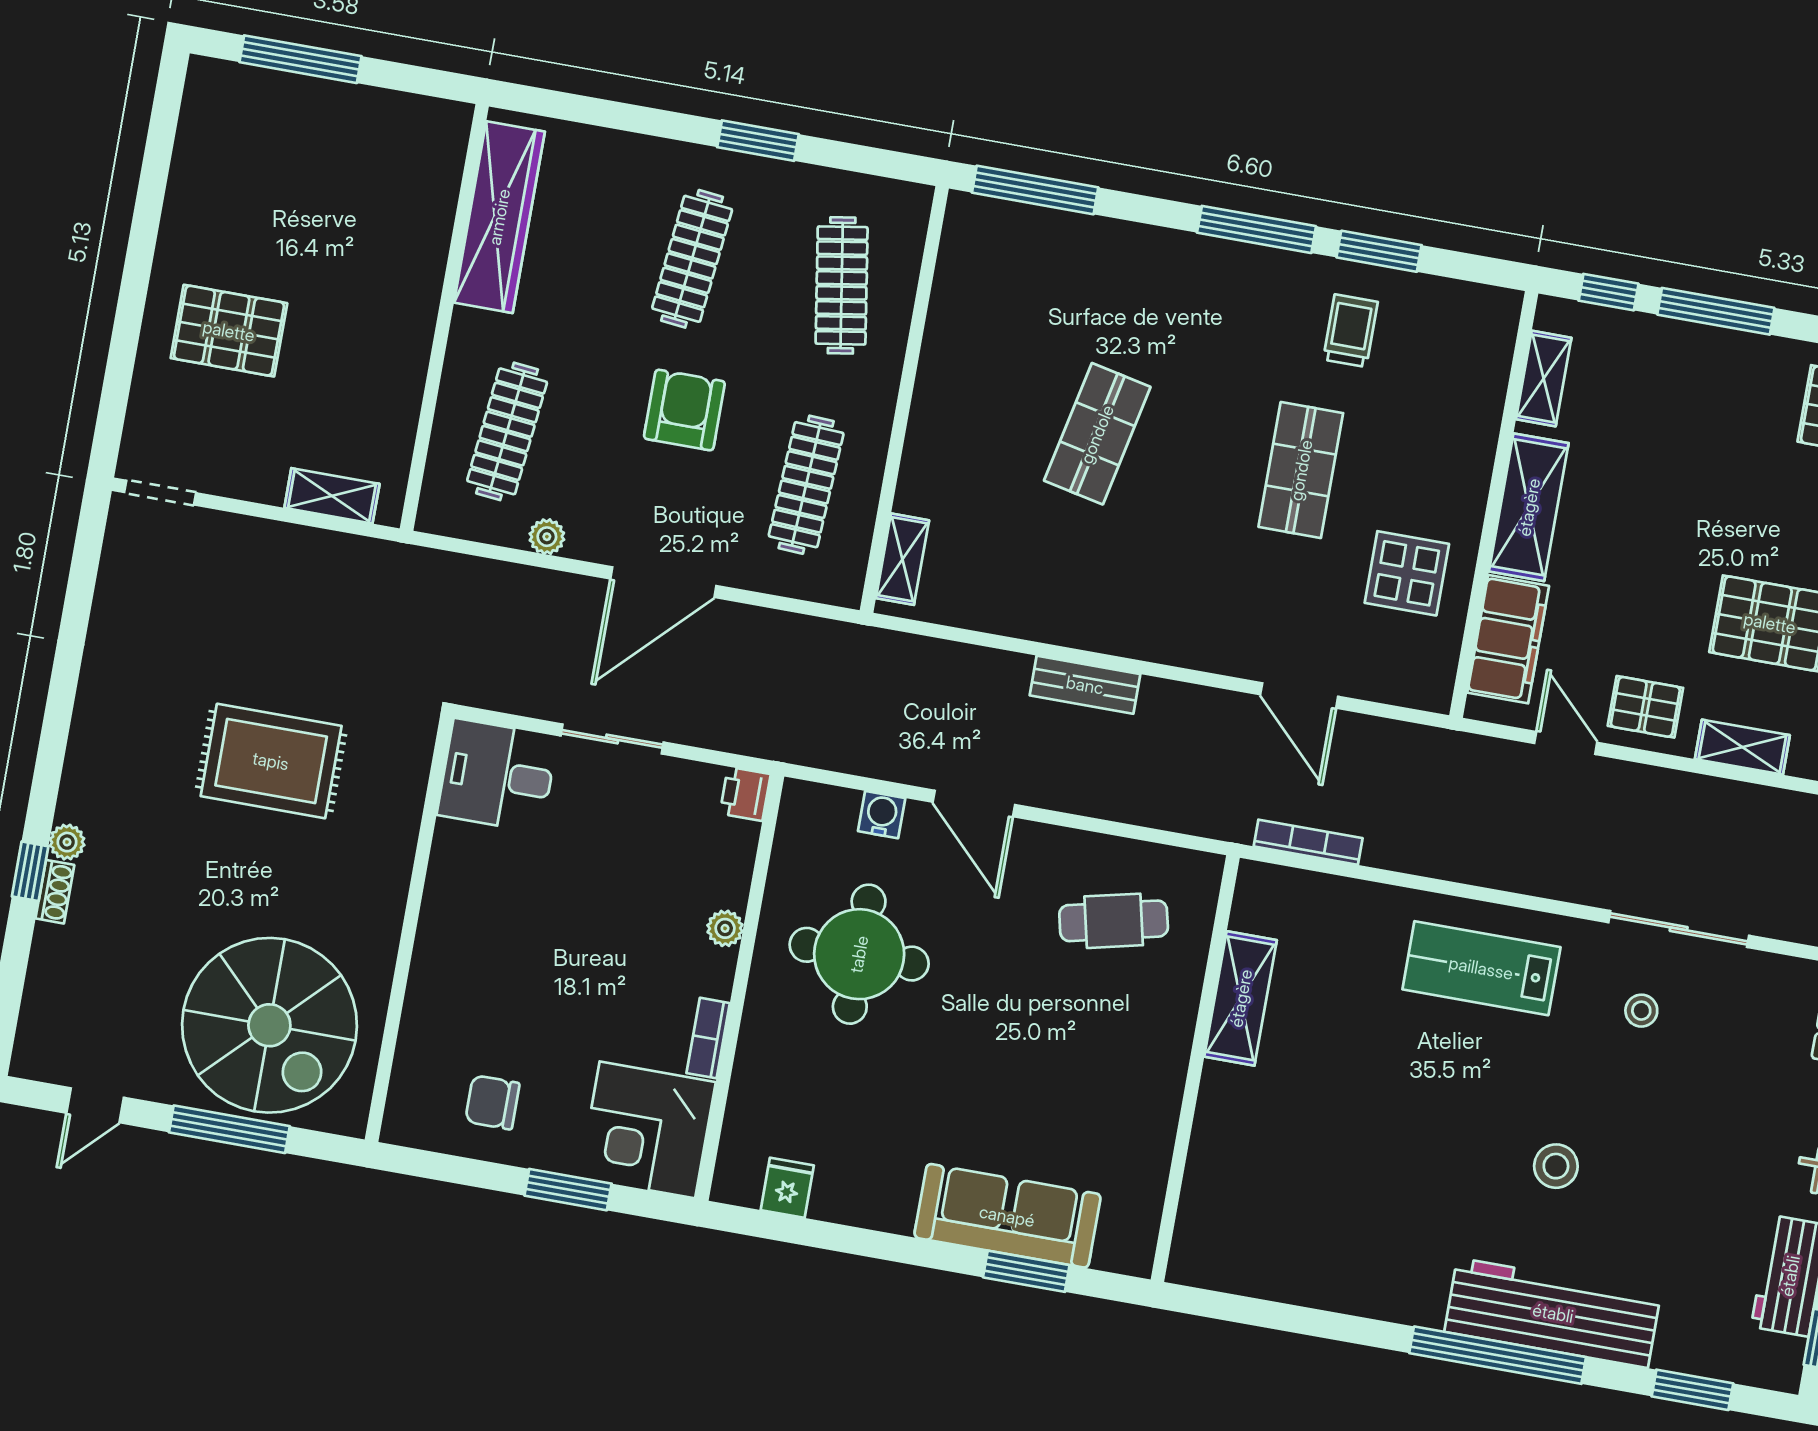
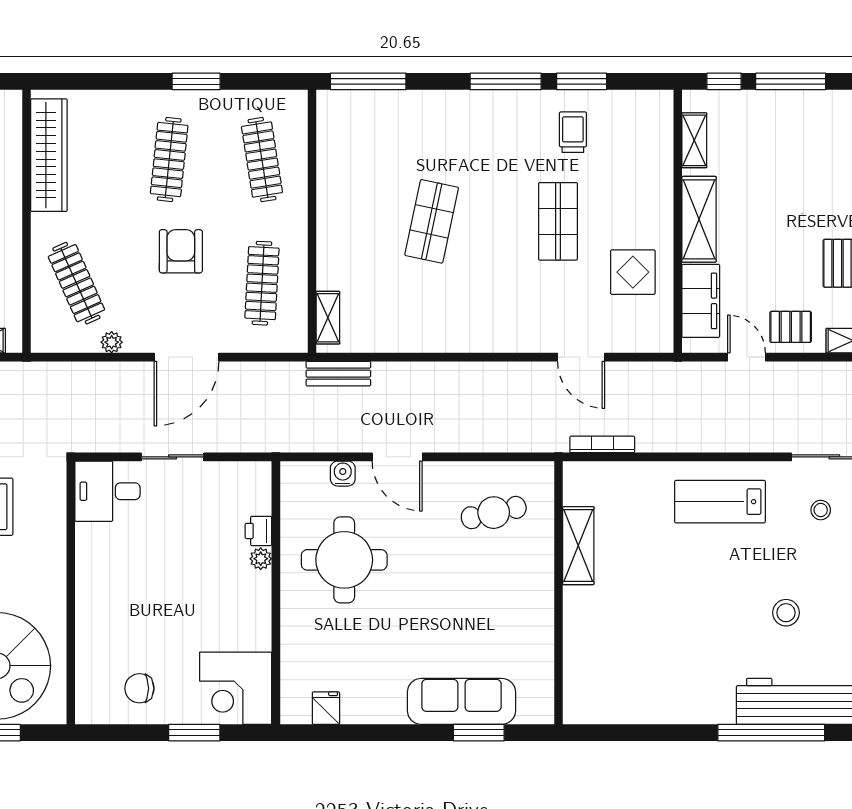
clothes rail: (507, 431) -> (76, 283), turned -30
bench: (1085, 685) -> (338, 374), moved
printer: (745, 794) -> (258, 531), moved
bookcase: (708, 1038) -> (262, 627), removed

